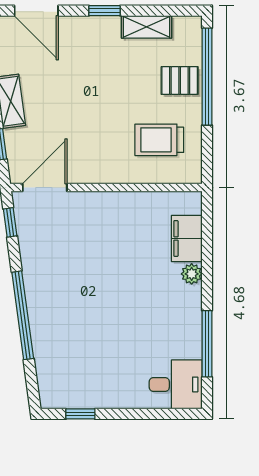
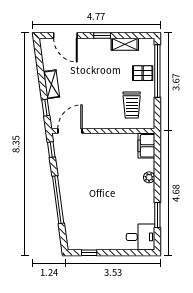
trolley: (159, 140) -> (132, 105), turned -90
filing cabinet: (187, 238) -> (146, 146), moved
window: (207, 344) -> (157, 215), width x0.69

